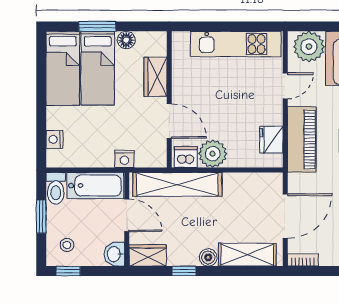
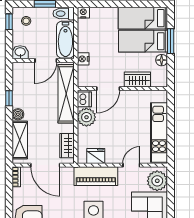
door: (285, 86) -> (131, 165), swing flipped
nightstand: (54, 139) -> (83, 13), moved
wardrobe: (148, 255) -> (67, 146), moved, turned 180

